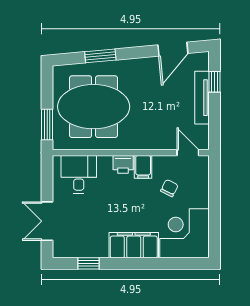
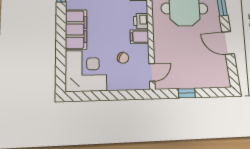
door: (173, 49) -> (228, 43), moved
window: (215, 82) -> (187, 93), moved
tv unit: (202, 98) -> (196, 83), removed

